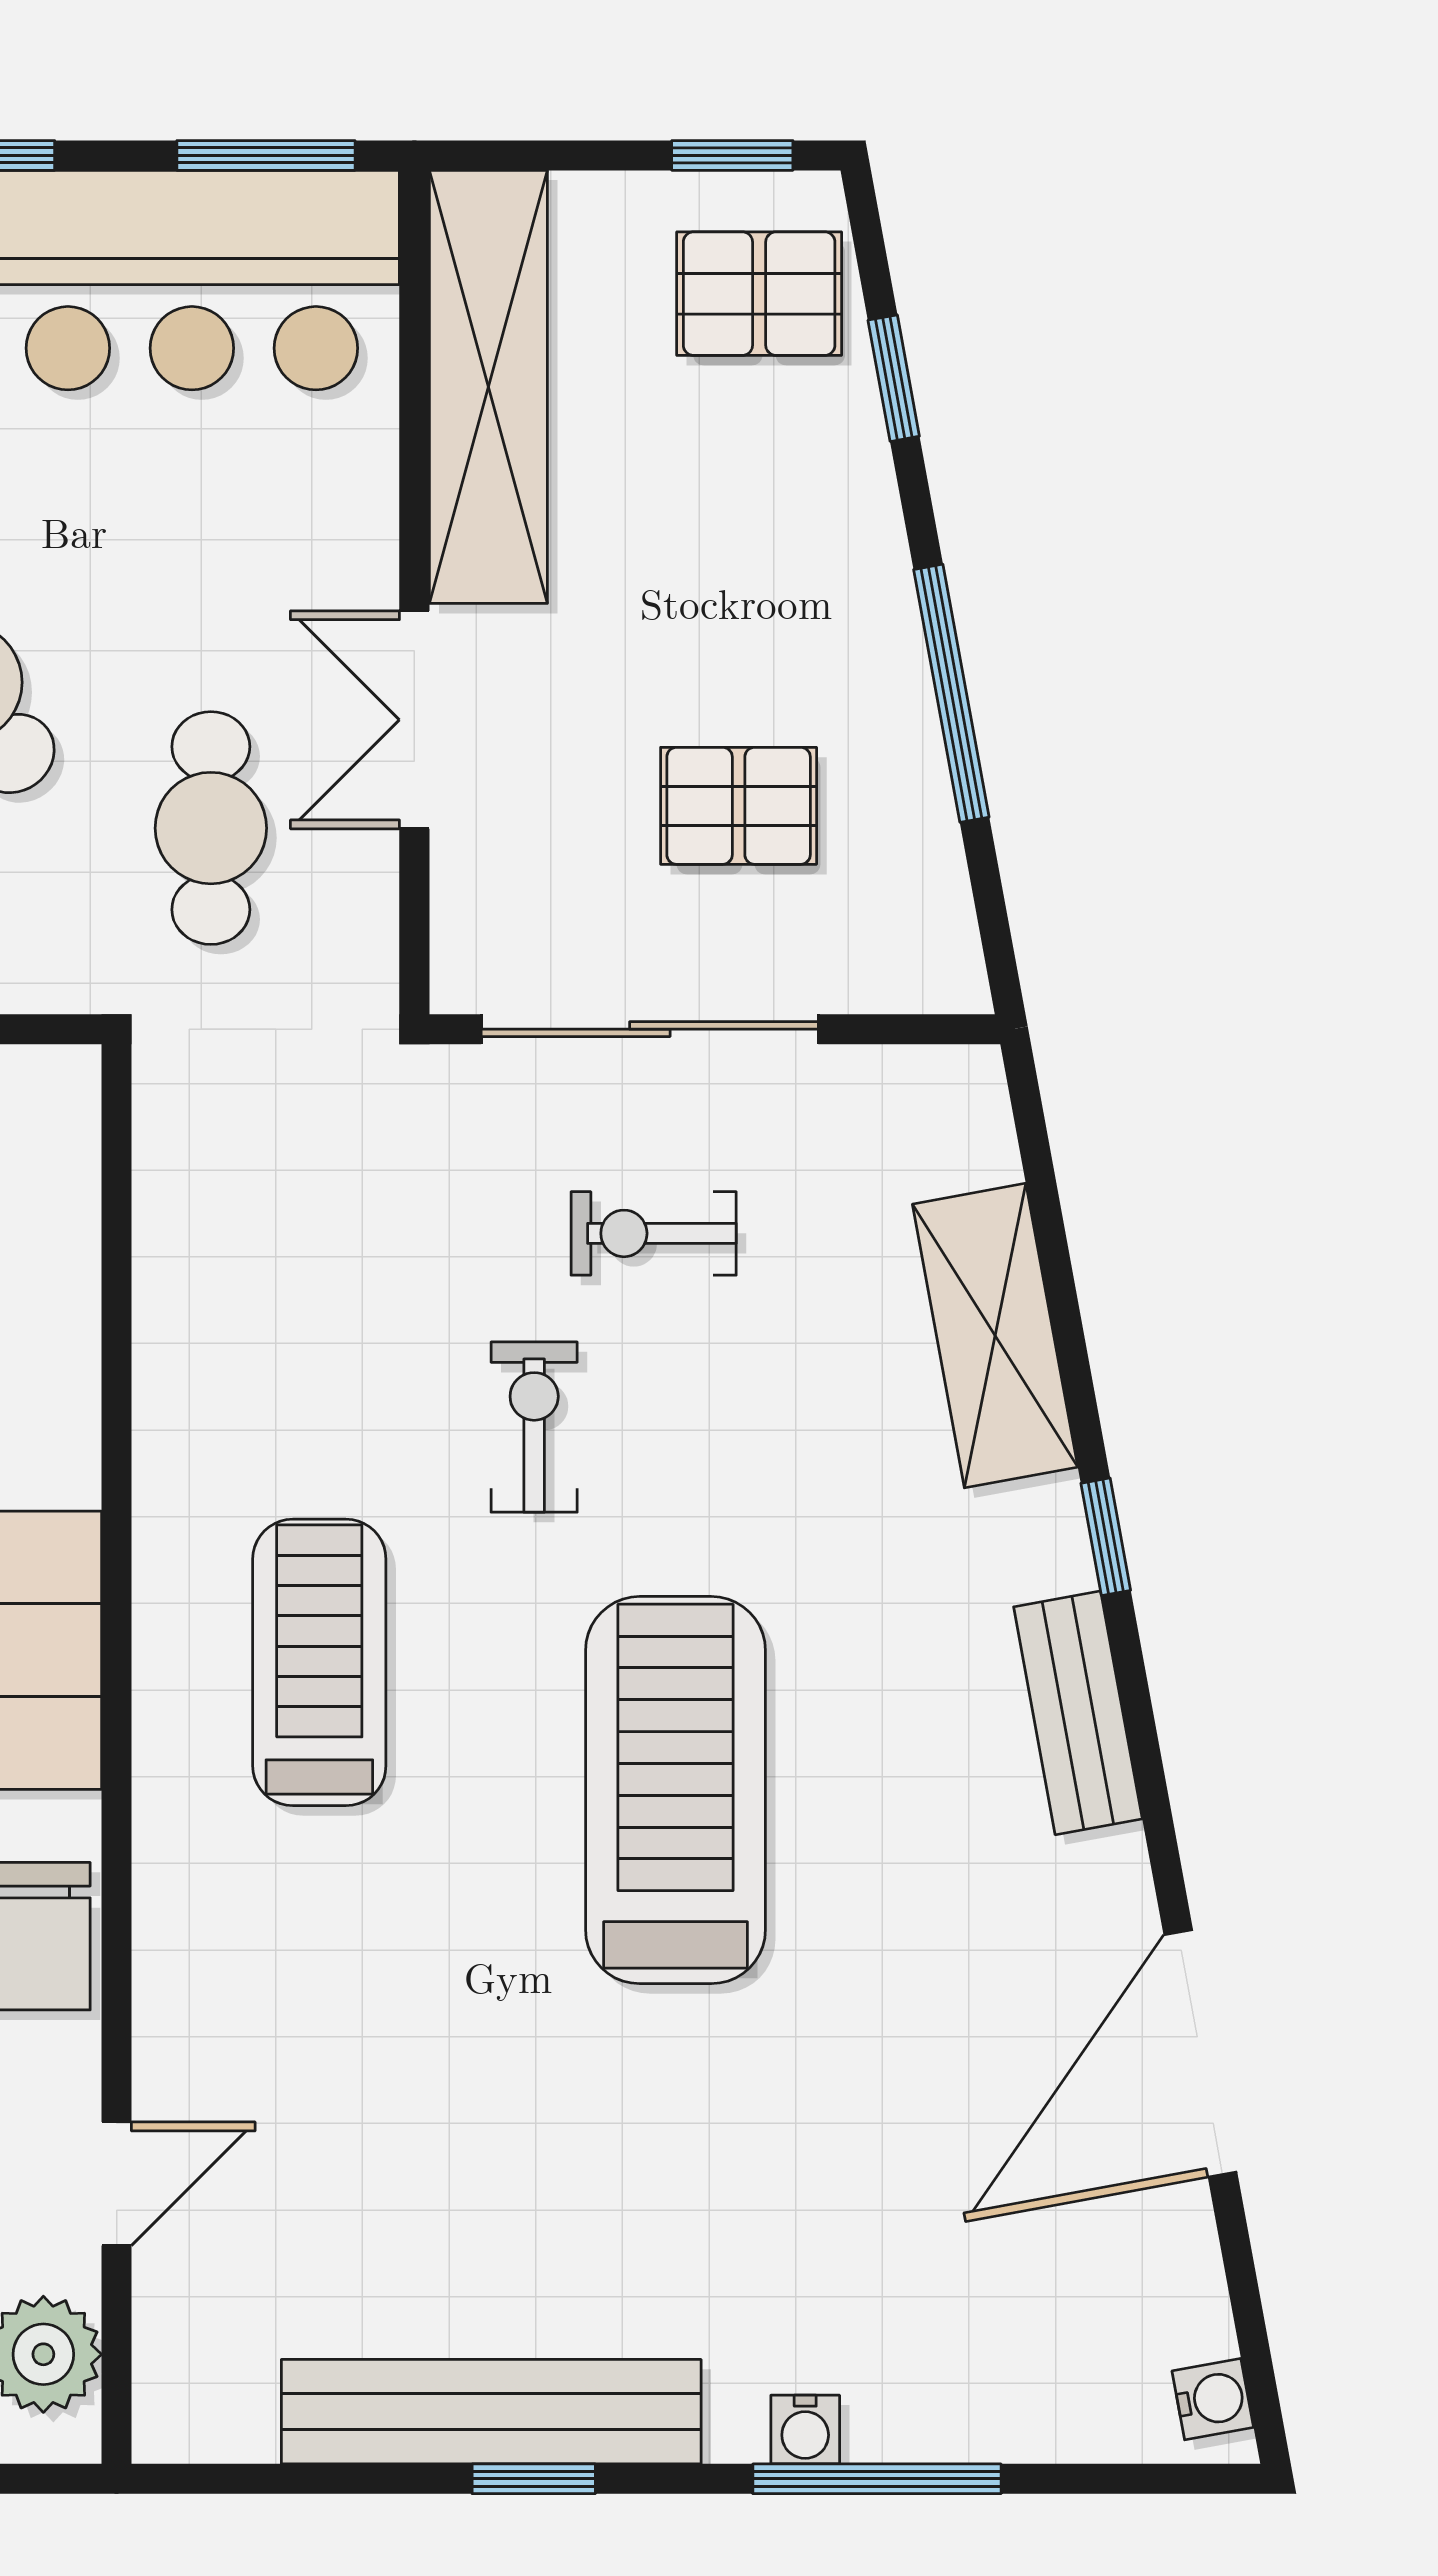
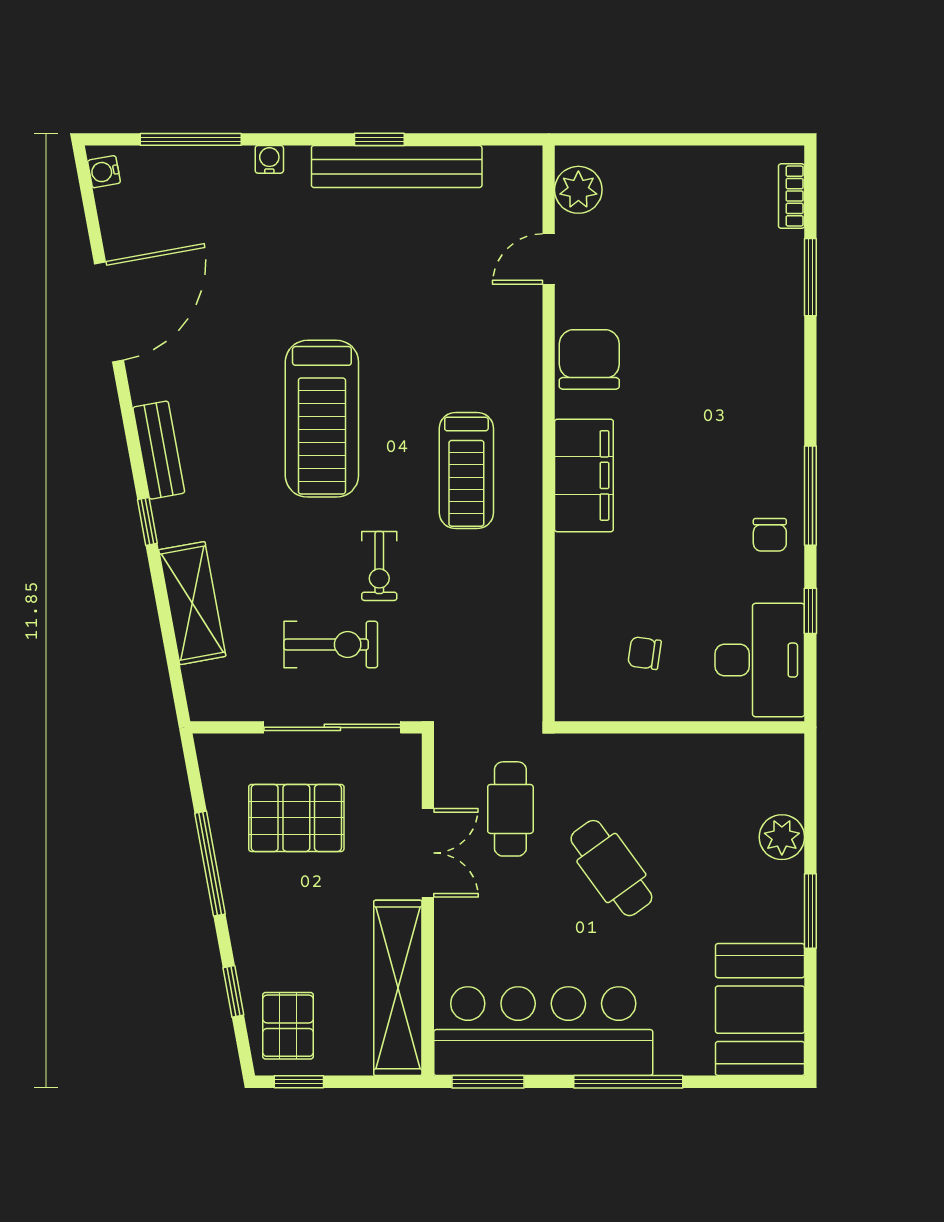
pallet: (759, 294) -> (288, 1026), turned 90
pallet: (739, 806) -> (296, 818), width x1.50, depth x1.42
exercise bike: (654, 1233) -> (331, 645), width x1.38, depth x1.39
window: (877, 2479) -> (191, 139), moved

